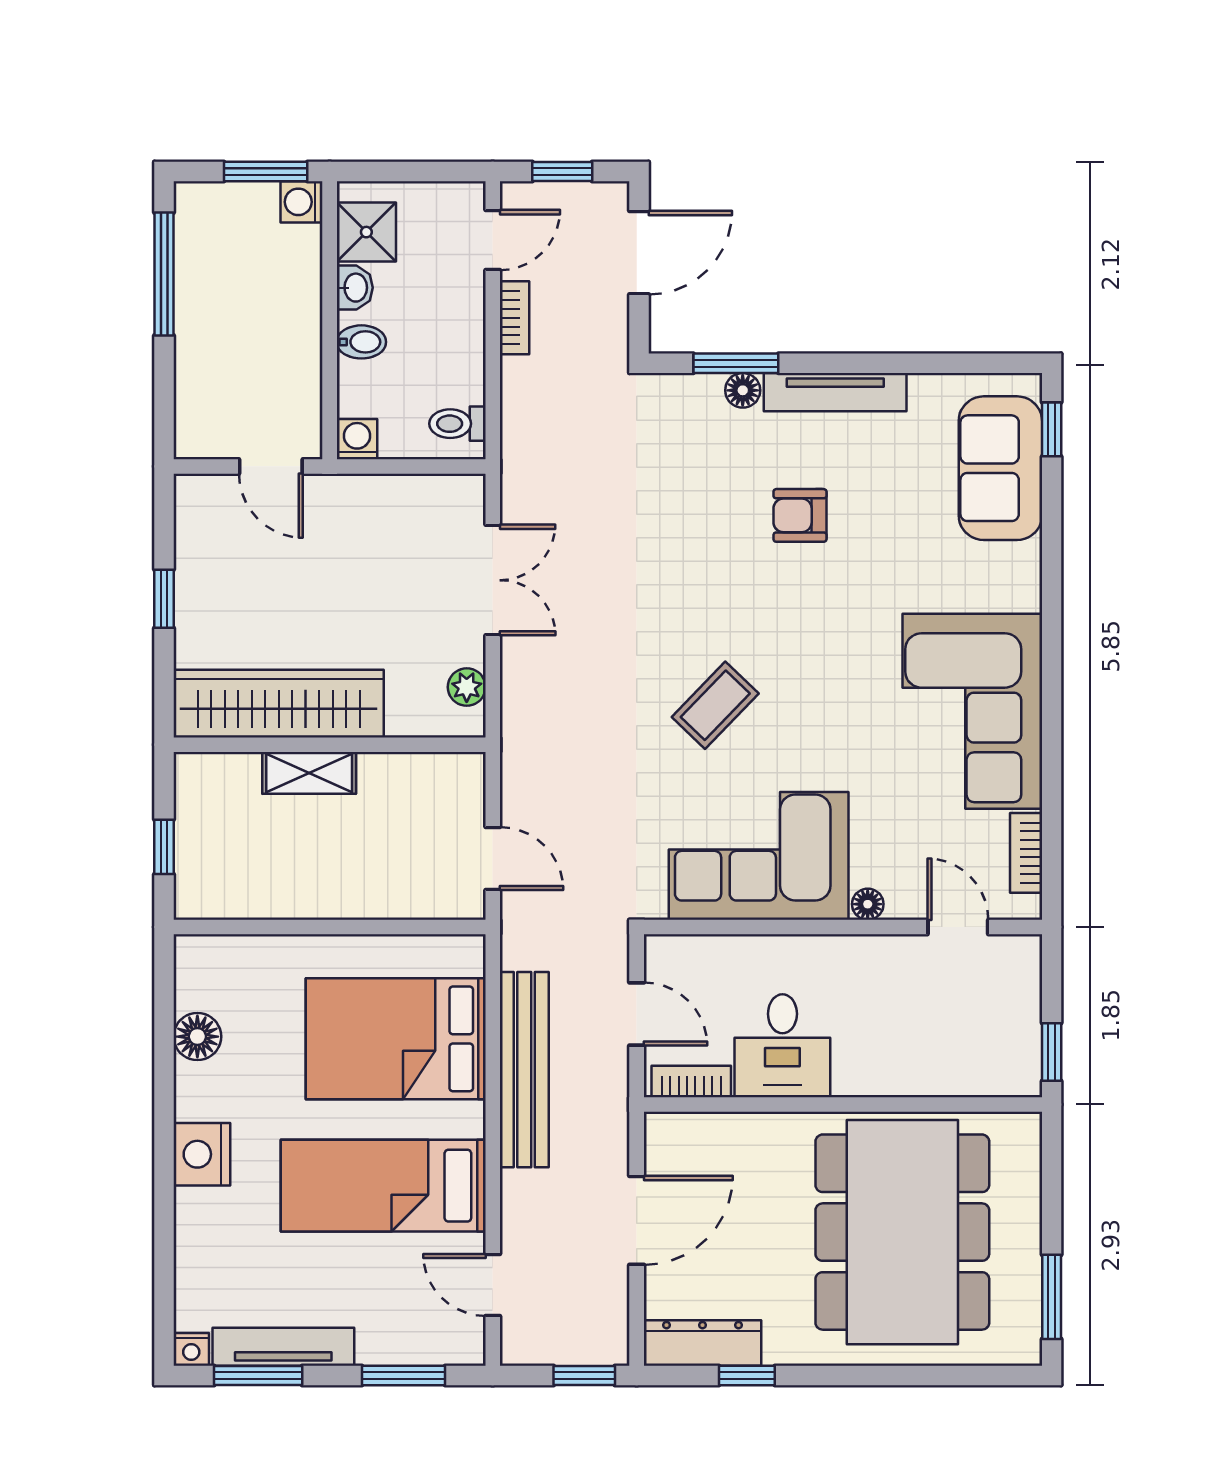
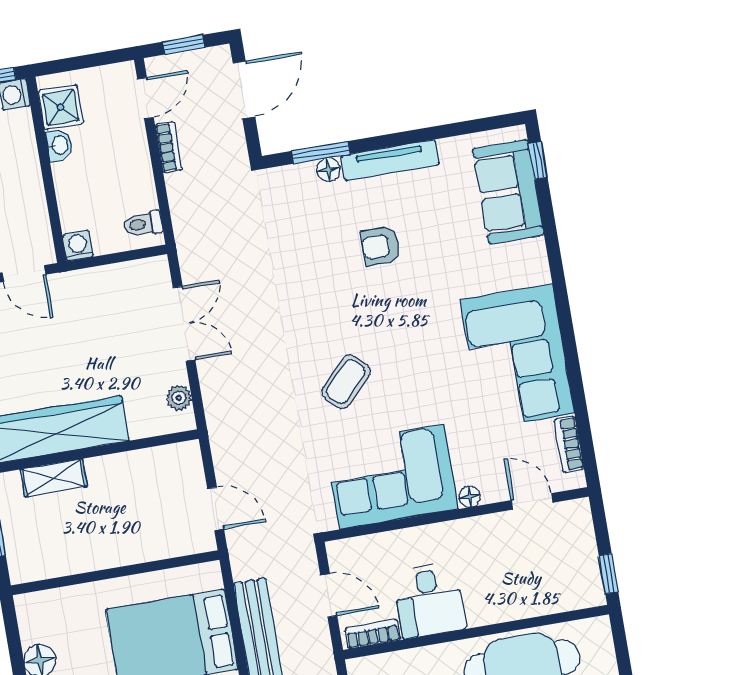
bidet: (361, 342) -> (70, 181), removed
shelving: (309, 773) -> (54, 478), moved

